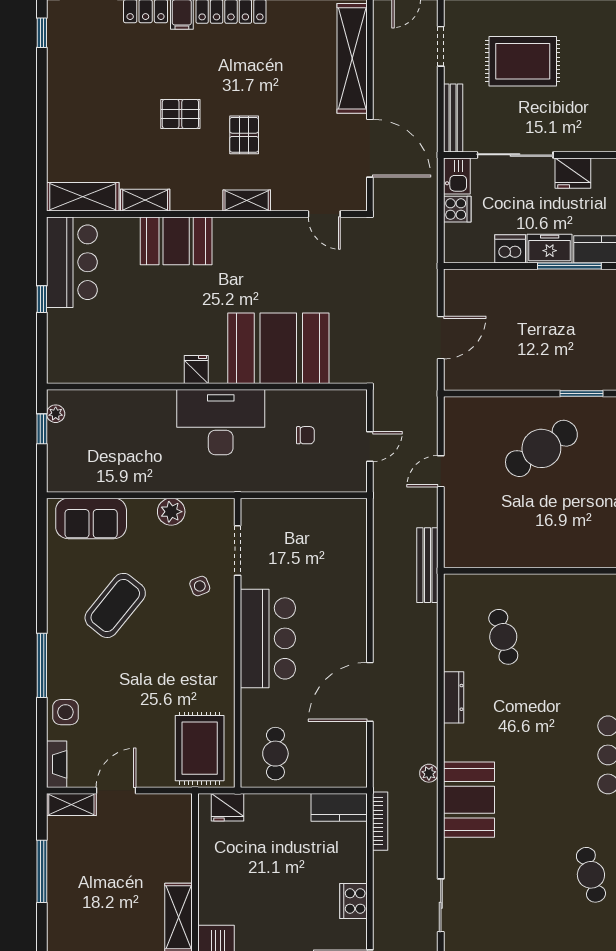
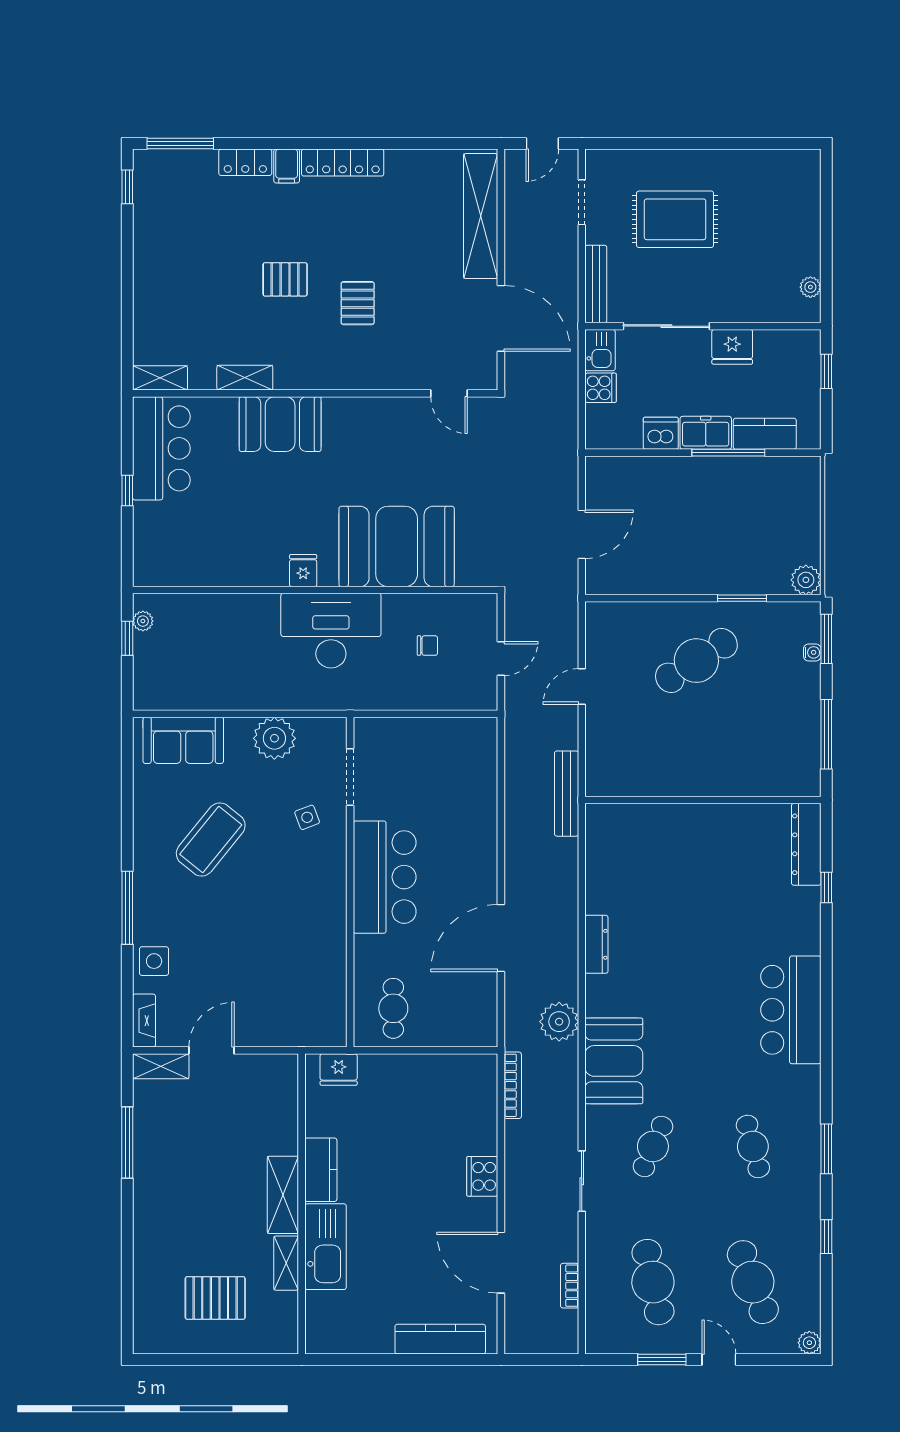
shelving: (83, 197) -> (160, 378), width x0.67, depth x0.75
shelving: (247, 201) -> (361, 378), removed
plant: (171, 512) -> (274, 738), width x1.36, depth x1.36
cafe table: (503, 637) -> (653, 1146), moved, turned 39
rug: (200, 748) -> (307, 1002), removed
plant: (429, 773) -> (559, 1022), width x1.88, depth x1.88
kitchen counter: (339, 807) -> (321, 1170), moved, turned -90

